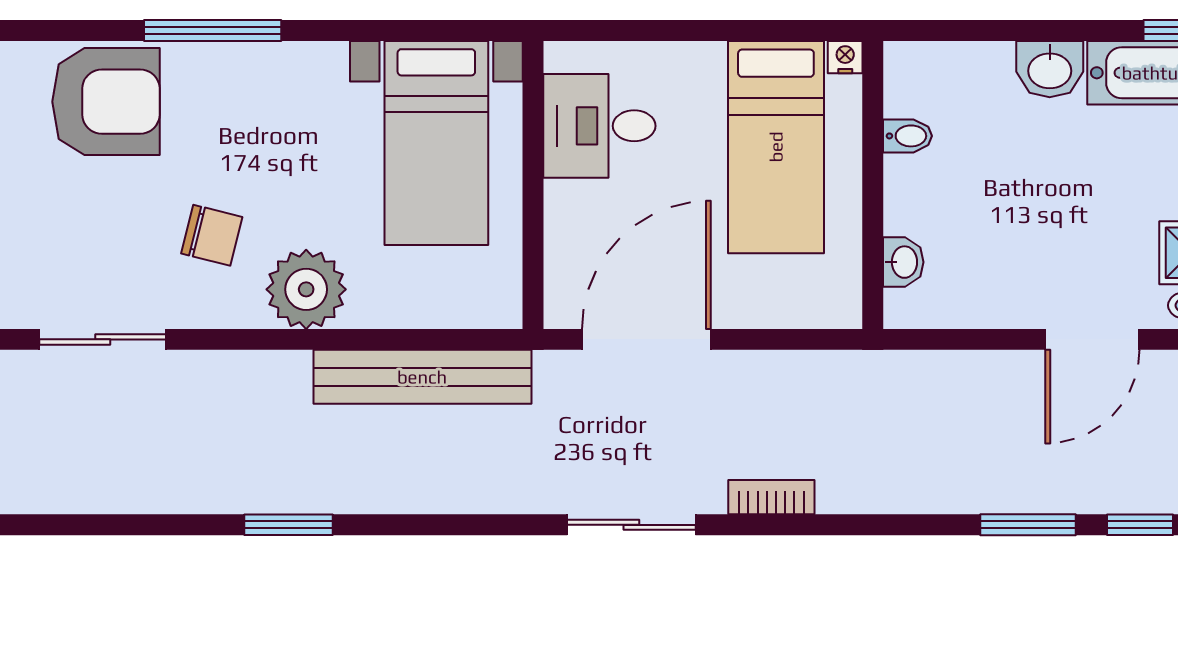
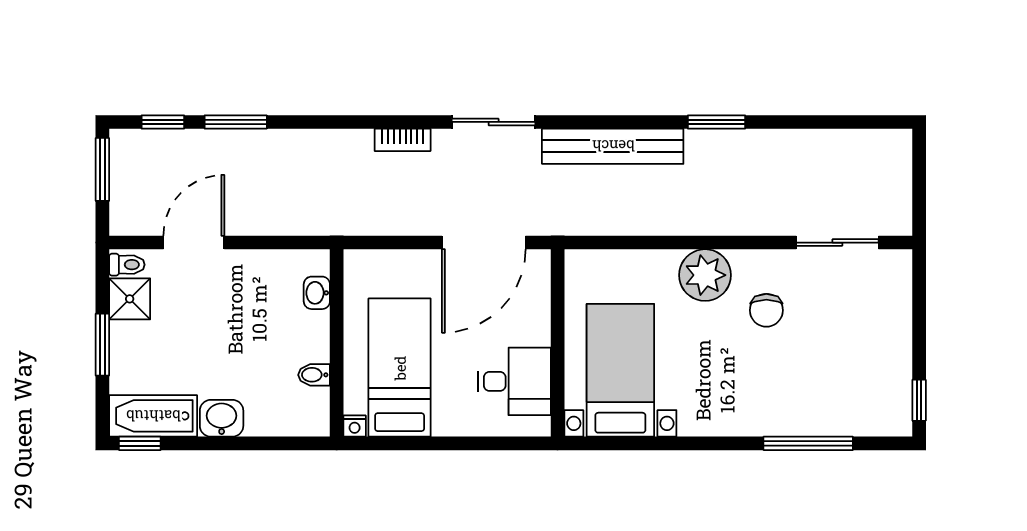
window: (213, 31) -> (808, 443), moved
armchair: (106, 102) -> (835, 397), removed
chair: (212, 235) -> (766, 310), turned -104
bench: (422, 377) -> (613, 146), moved

